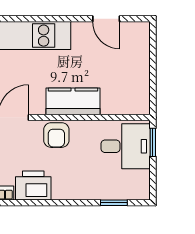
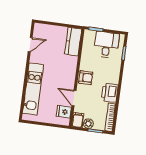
kitchen counter: (73, 101) -> (73, 41), moved
desk: (126, 146) -> (106, 45), moved

